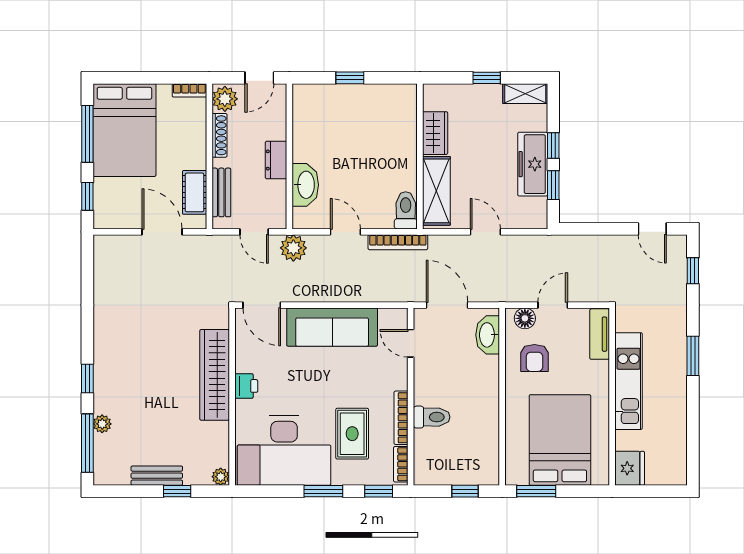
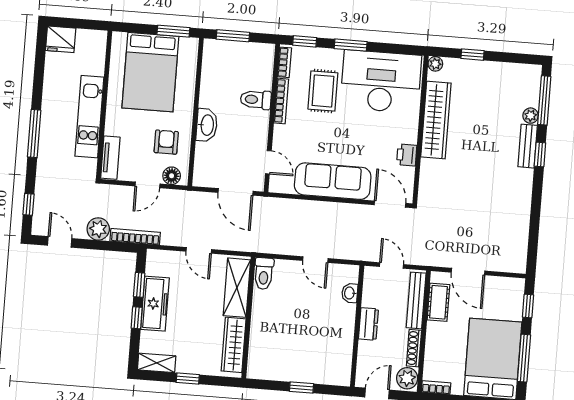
wardrobe: (435, 133) -> (234, 345), width x1.50
washbasin: (305, 185) -> (350, 293), width x0.52, depth x0.69
bench: (221, 192) -> (416, 300), width x1.36
bookcase: (398, 242) -> (135, 237), moved
plant: (293, 248) -> (98, 229), moved
washbasin: (488, 335) -> (207, 125), moved
window: (693, 356) -> (34, 134), width x1.44
wardrobe: (215, 375) -> (436, 120), moved
printer: (246, 386) -> (407, 155), moved
fridge: (630, 468) -> (61, 39), moved, turned -90
bench: (157, 476) -> (528, 146), moved, turned 90
window: (465, 491) -> (233, 36), width x1.50

